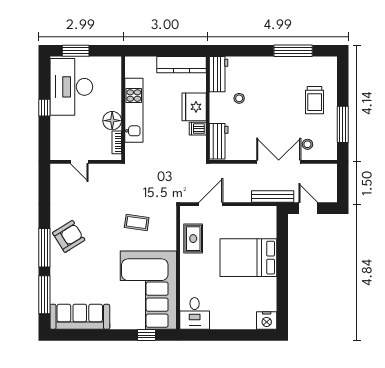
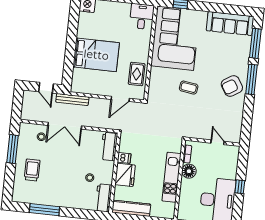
coffee table: (137, 223) -> (189, 88), moved

